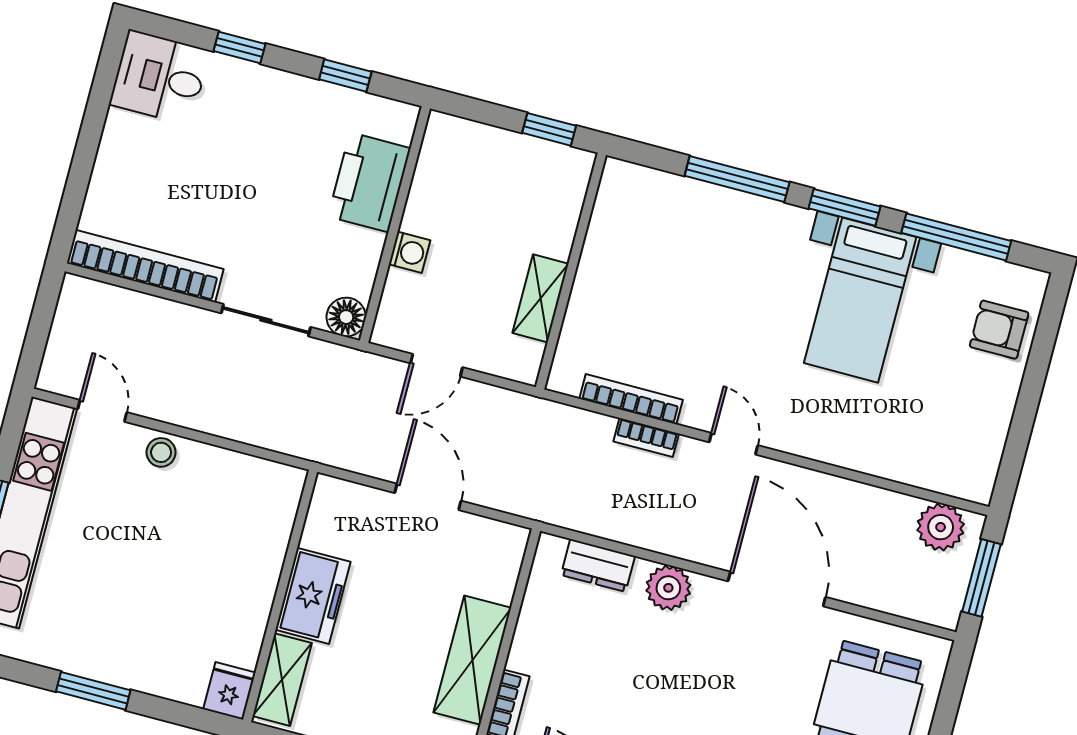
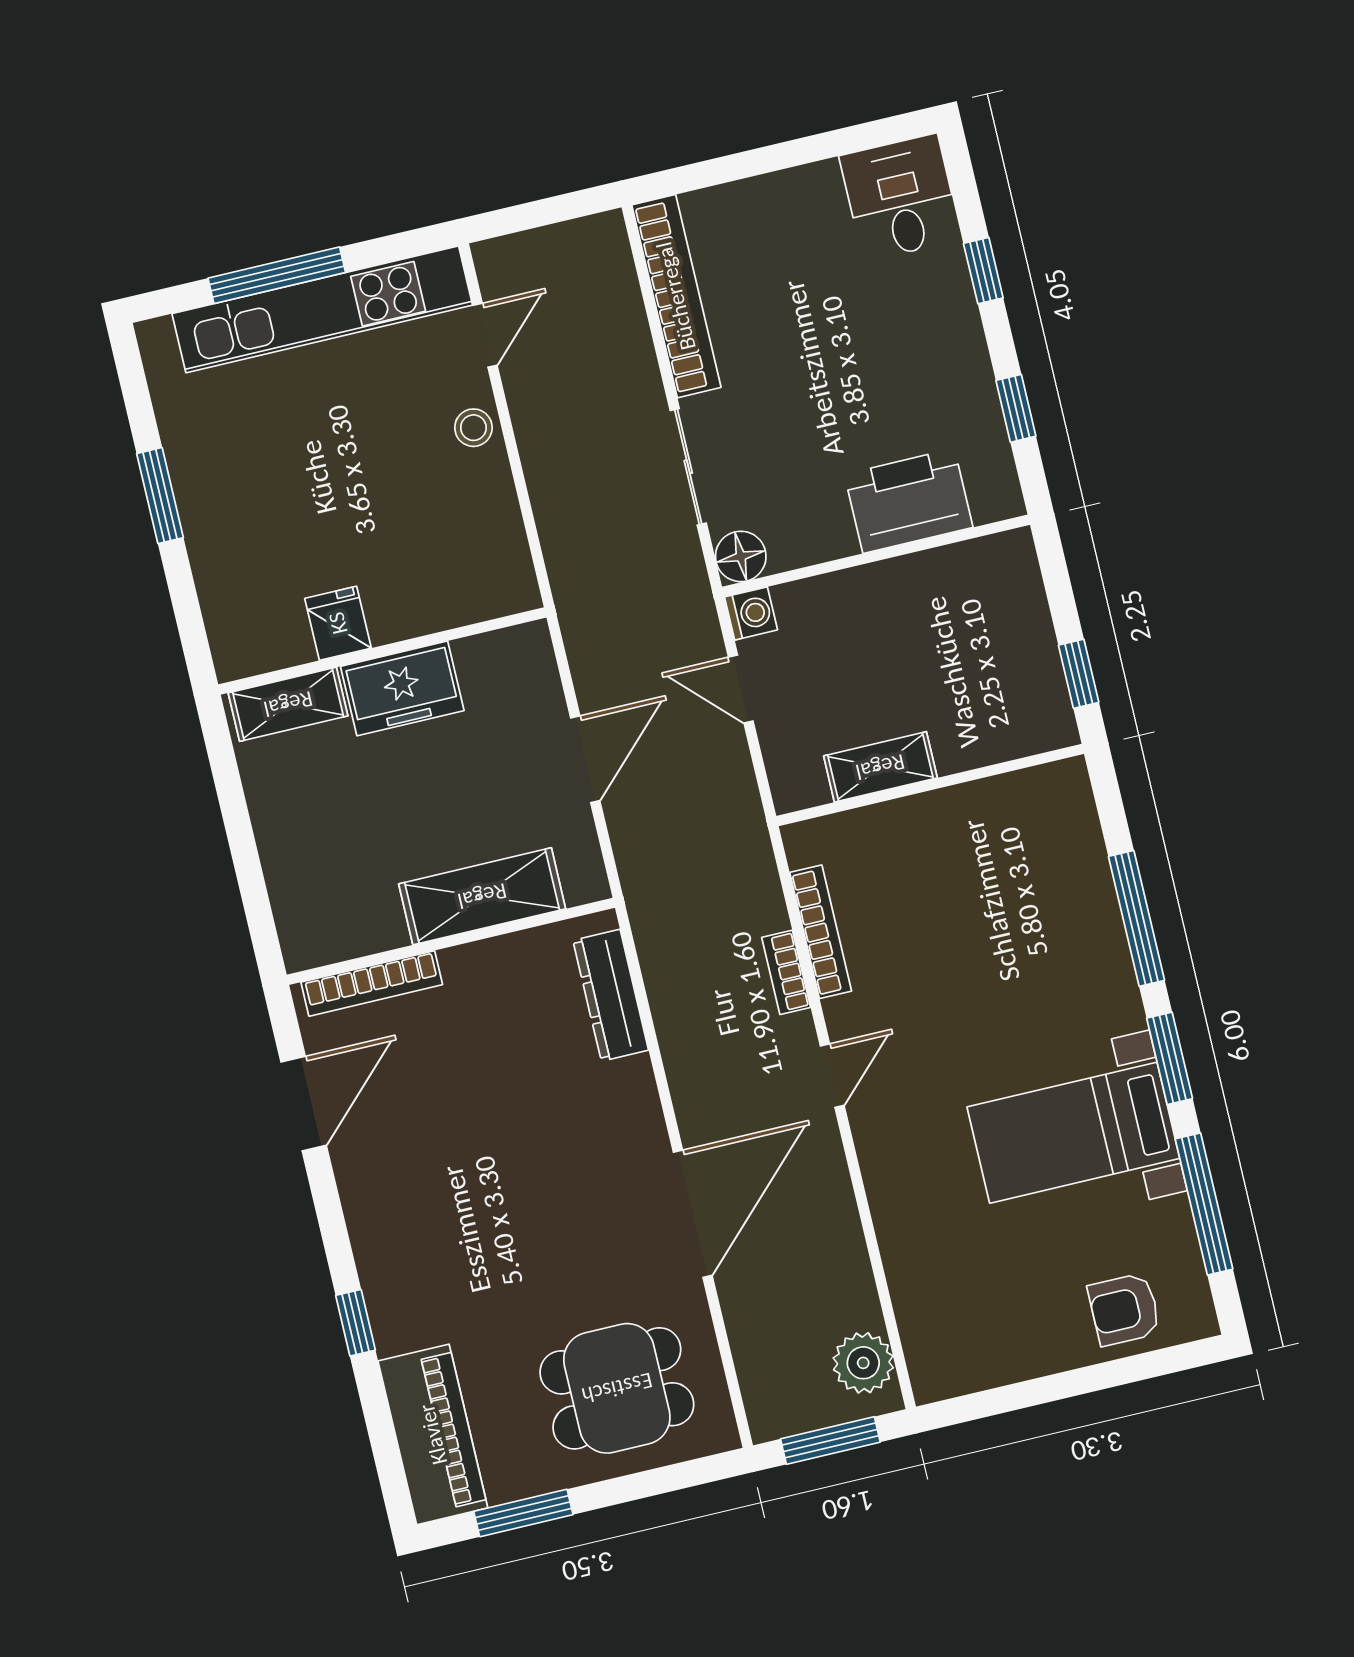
washing machine: (409, 252) -> (751, 613), moved, turned -90
armchair: (999, 330) -> (1124, 1309), turned -90
dresser: (598, 565) -> (611, 995), width x1.44
plant: (668, 588) -> (628, 1089), removed
shelving: (472, 660) -> (482, 896), moved
fridge: (229, 691) -> (338, 623), moved, turned -90

